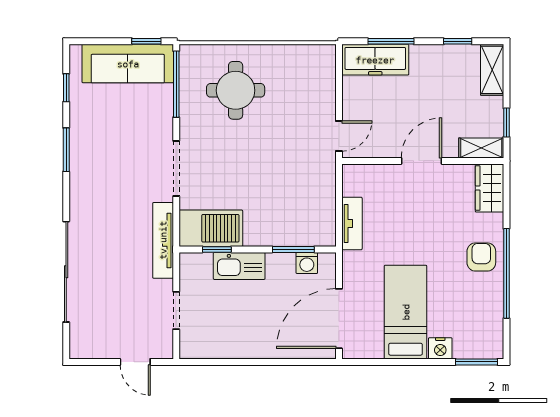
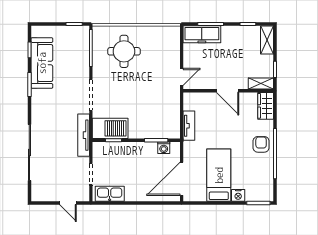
sofa: (128, 64) -> (42, 63), moved, turned -90
door: (421, 161) -> (228, 91), swing flipped
kitchen sink: (239, 266) -> (110, 194), moved, turned 180

